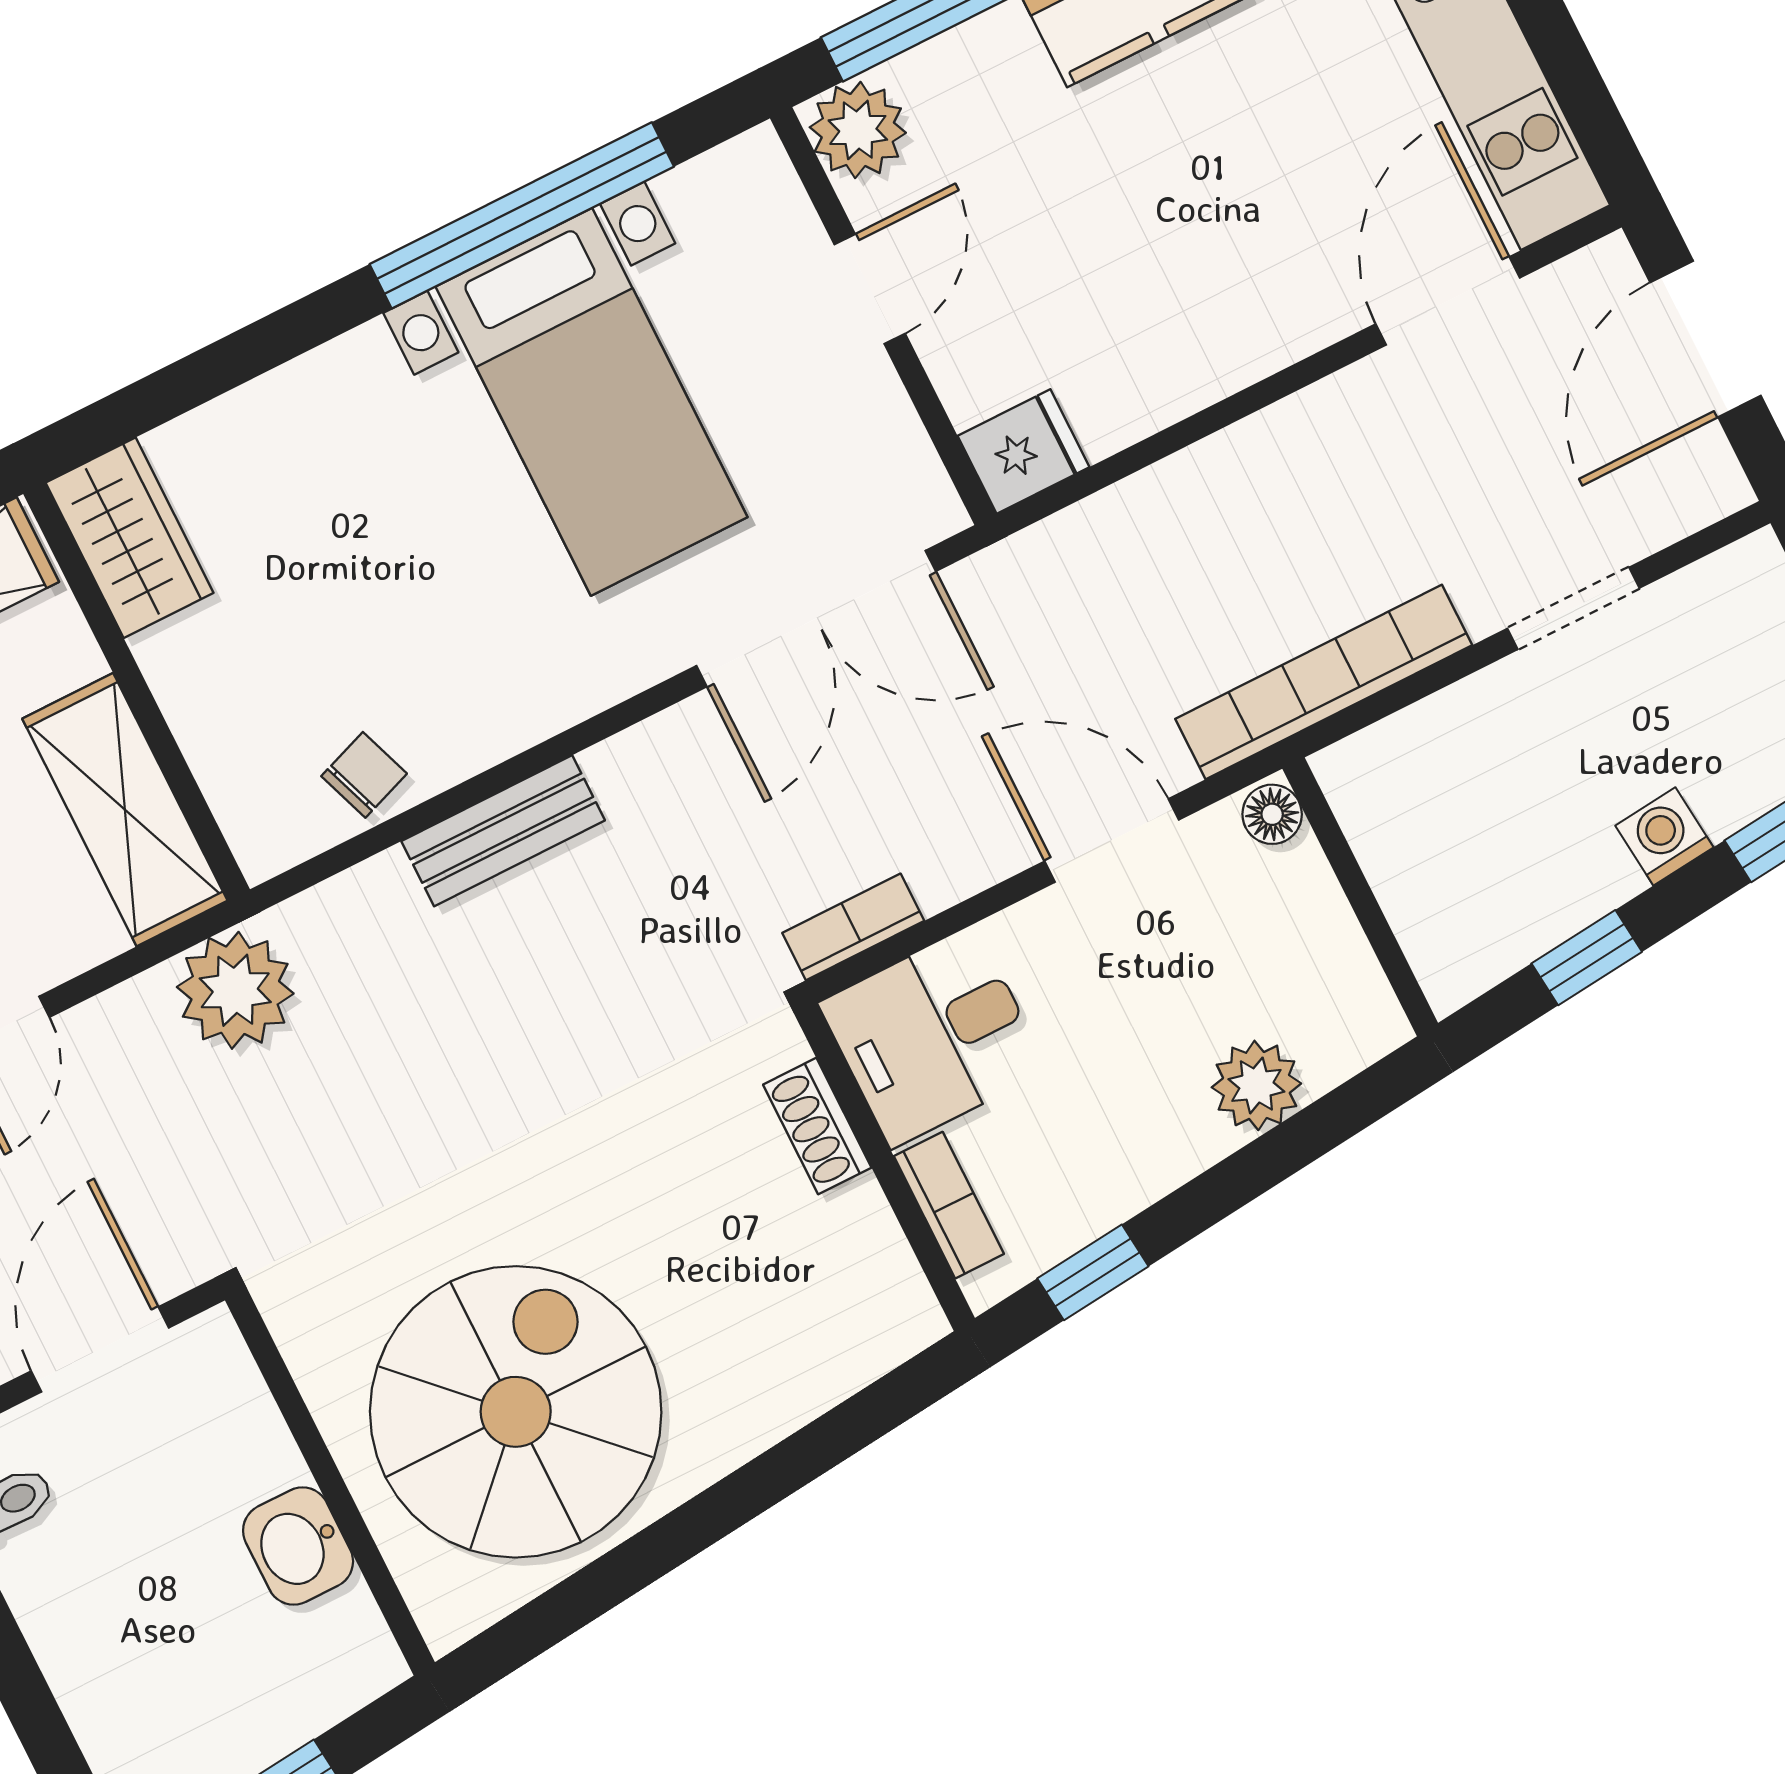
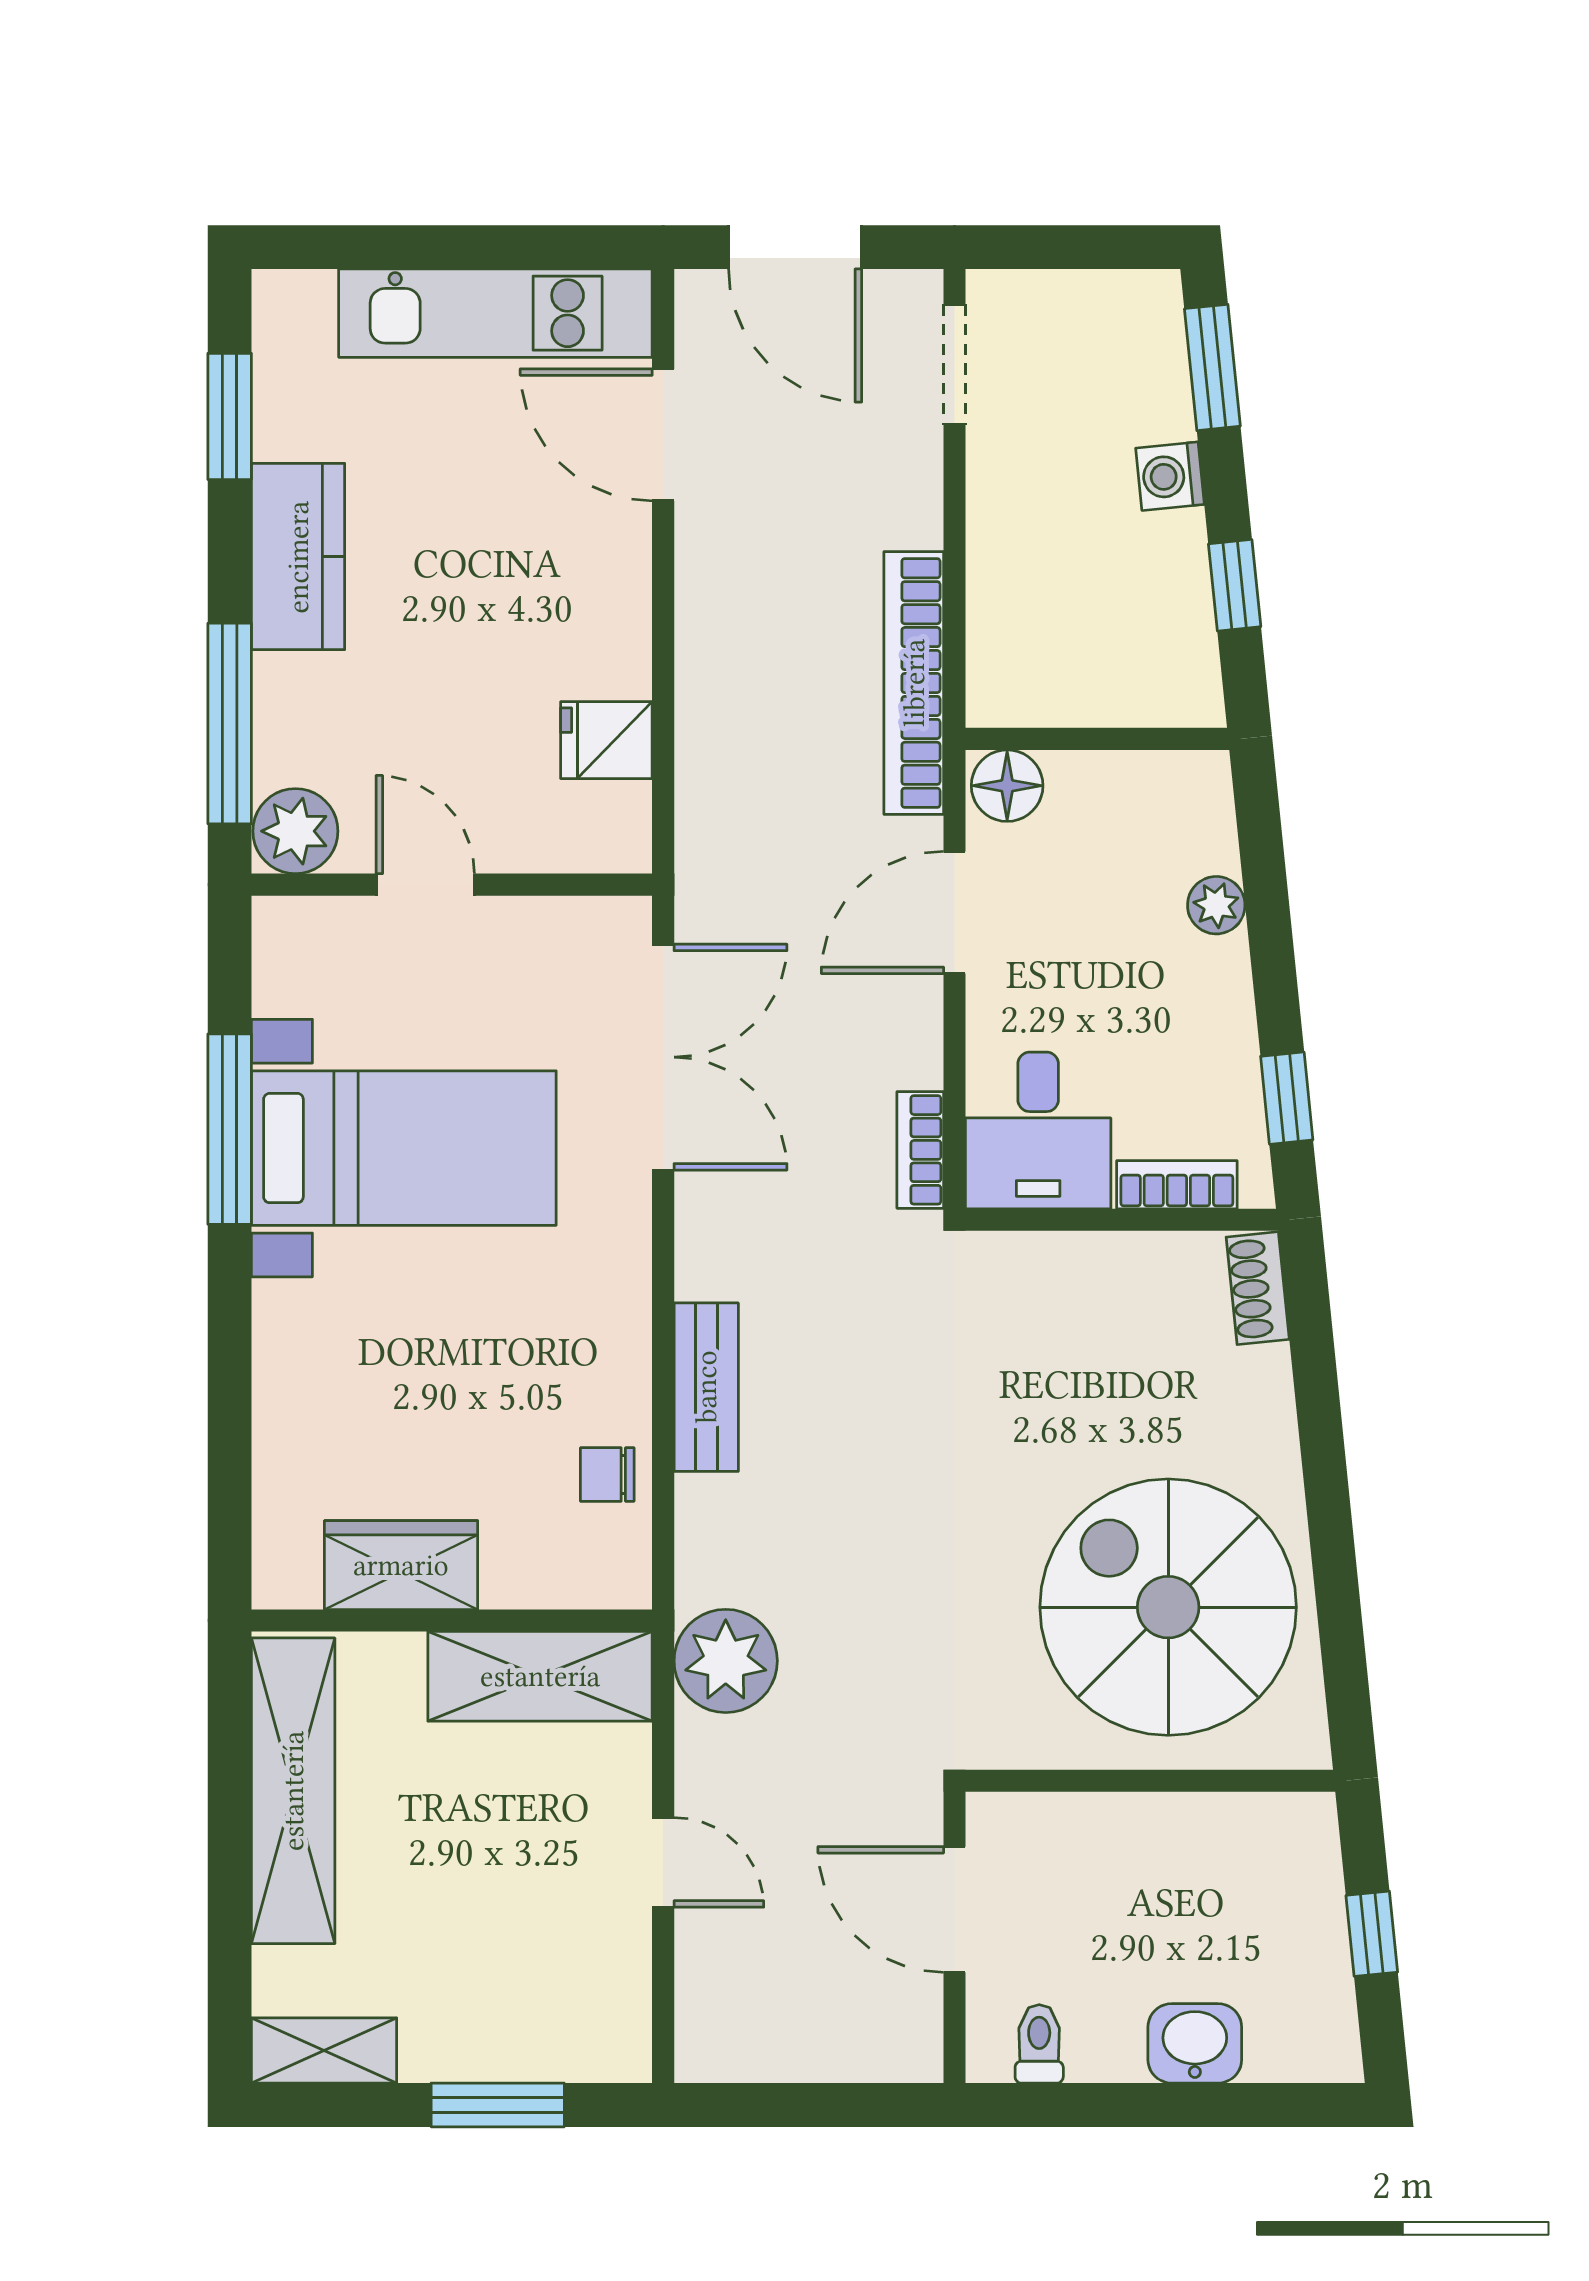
window: (522, 215) -> (230, 1129), width x0.68
fridge: (1024, 451) -> (606, 740), moved, turned -90
wardrobe: (130, 538) -> (401, 1565), moved
doorway: (1573, 608) -> (955, 364), moved
chair: (364, 775) -> (607, 1474), turned -70
floor lamp: (1272, 814) -> (1007, 786), width x1.37, depth x1.37
plant: (1256, 1085) -> (1216, 905), width x0.73, depth x0.73
shoe rack: (817, 1126) -> (1258, 1288), moved, turned 84
washbasin: (298, 1546) -> (1195, 2043), moved, turned 180

